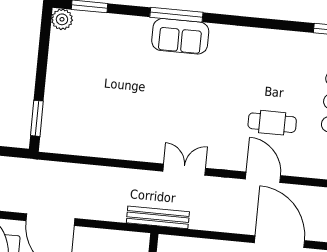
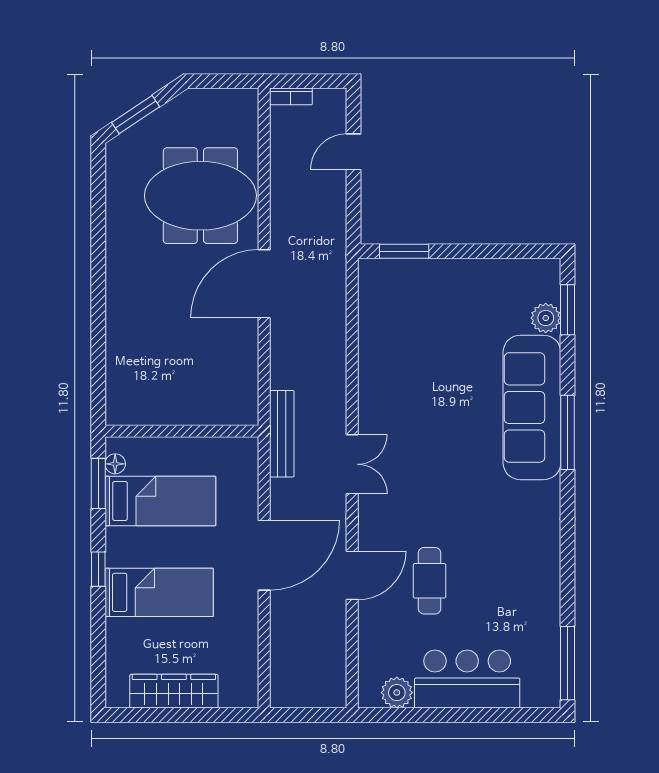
plant: (62, 19) -> (546, 318), moved
sofa: (180, 36) -> (532, 407), width x1.85, depth x1.27
door: (280, 242) -> (264, 555), moved

